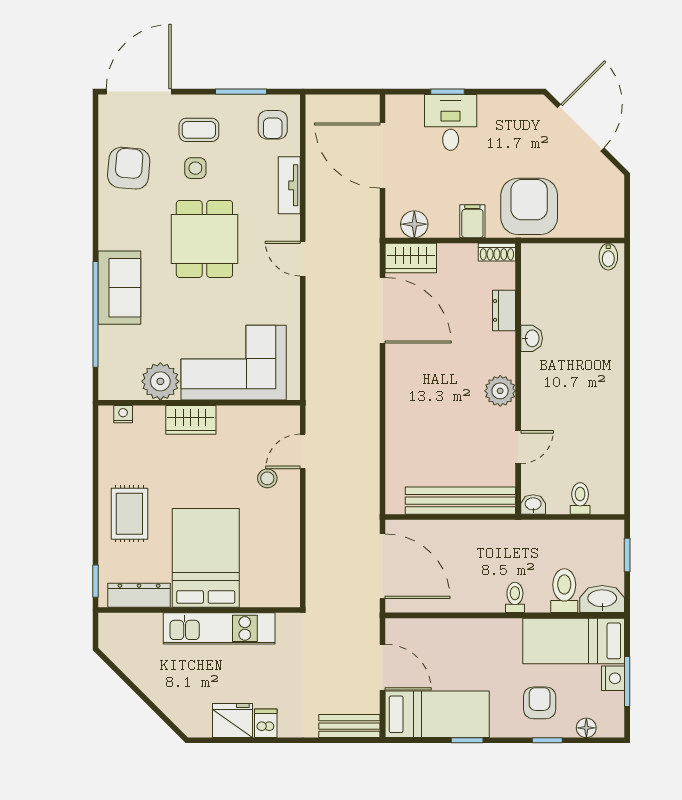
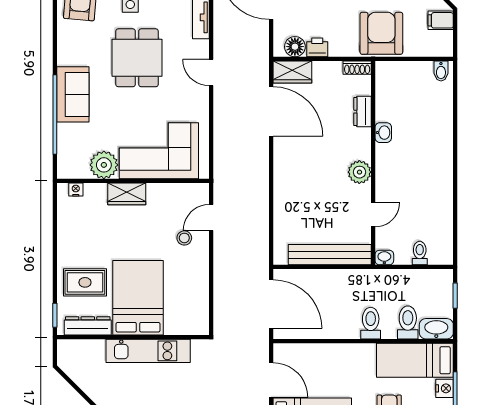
filing cabinet: (472, 221) -> (441, 20), moved, turned -90
printer: (444, 225) -> (317, 47), added
rug: (129, 514) -> (85, 282), moved, turned 90
toilet: (515, 597) -> (371, 323), width x1.37, depth x1.39

